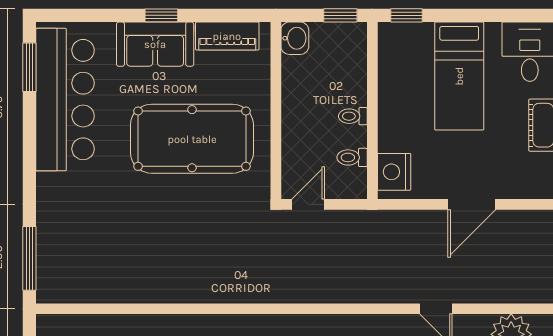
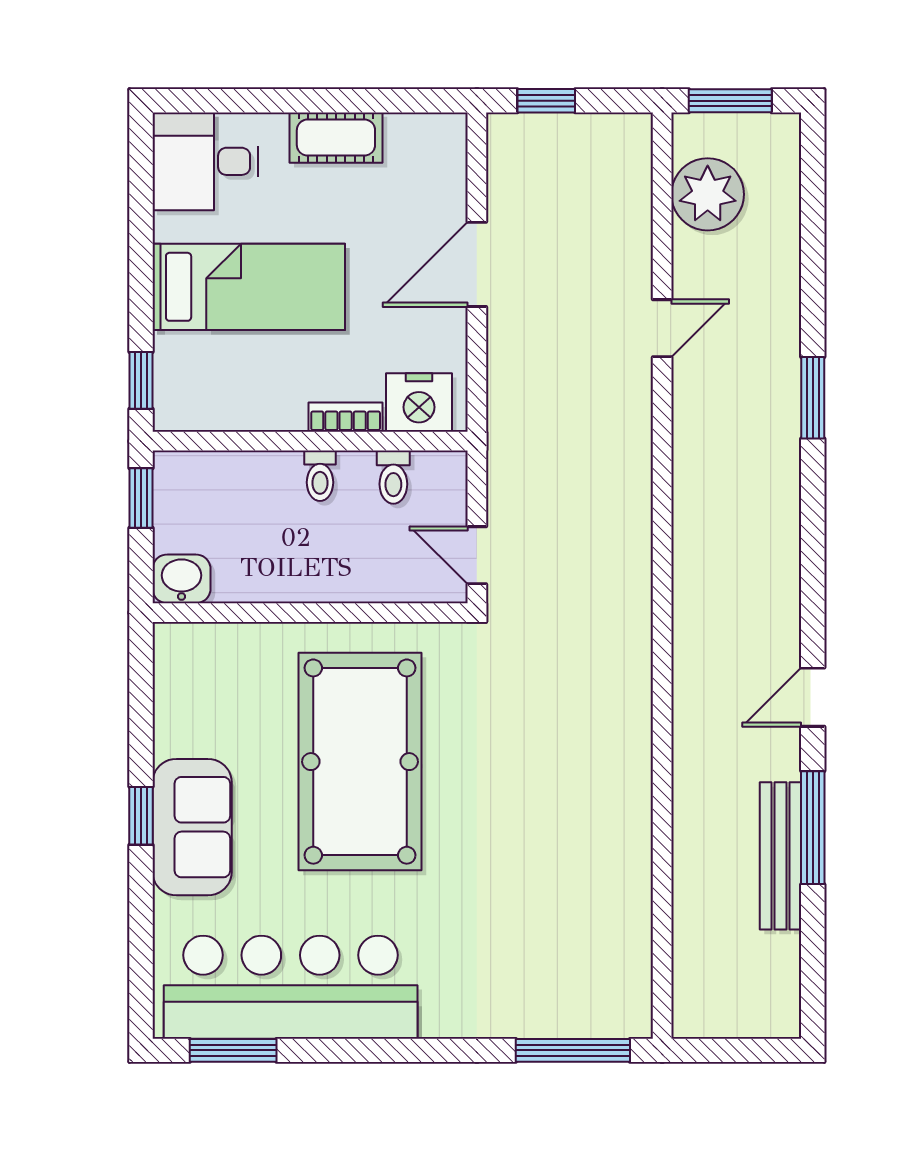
piano: (227, 36) -> (178, 699), removed
bookcase: (386, 131) -> (346, 417), added
door: (472, 204) -> (477, 264), swing flipped

